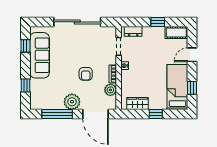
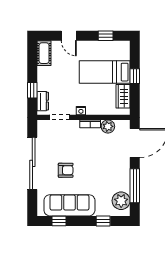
window: (158, 22) -> (32, 90), moved
armchair: (86, 74) -> (66, 170), moved
bed: (177, 87) -> (105, 72), moved
plant: (72, 102) -> (121, 201), moved

